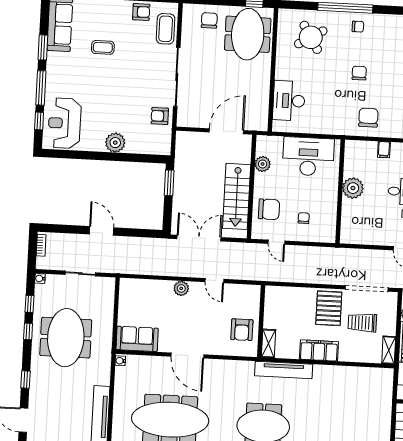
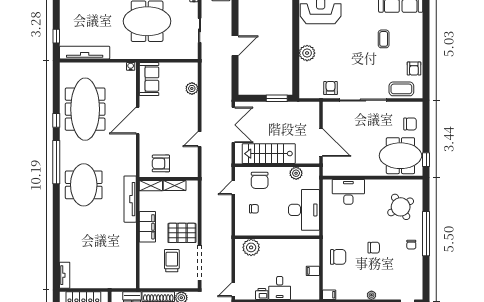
plant: (353, 188) -> (251, 247), moved
plant: (181, 288) -> (192, 88), moved
shelving: (389, 350) -> (175, 185), moved

